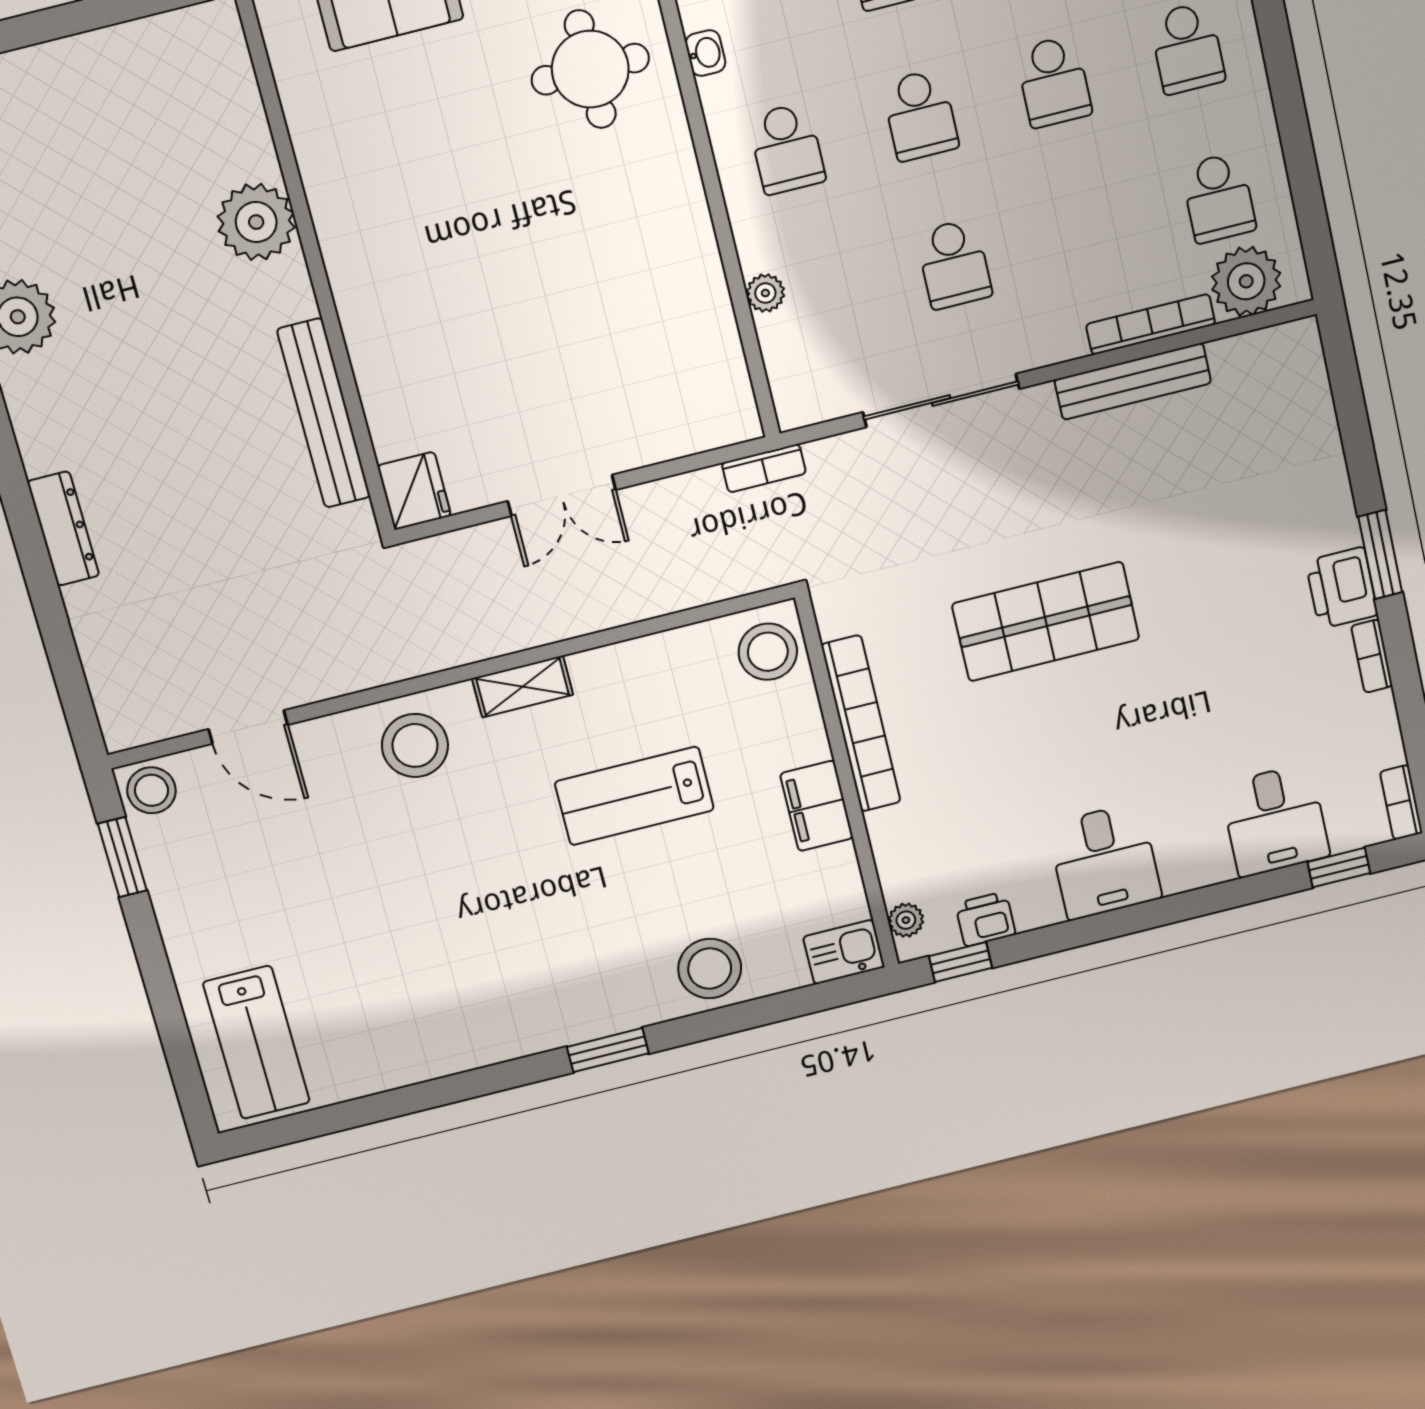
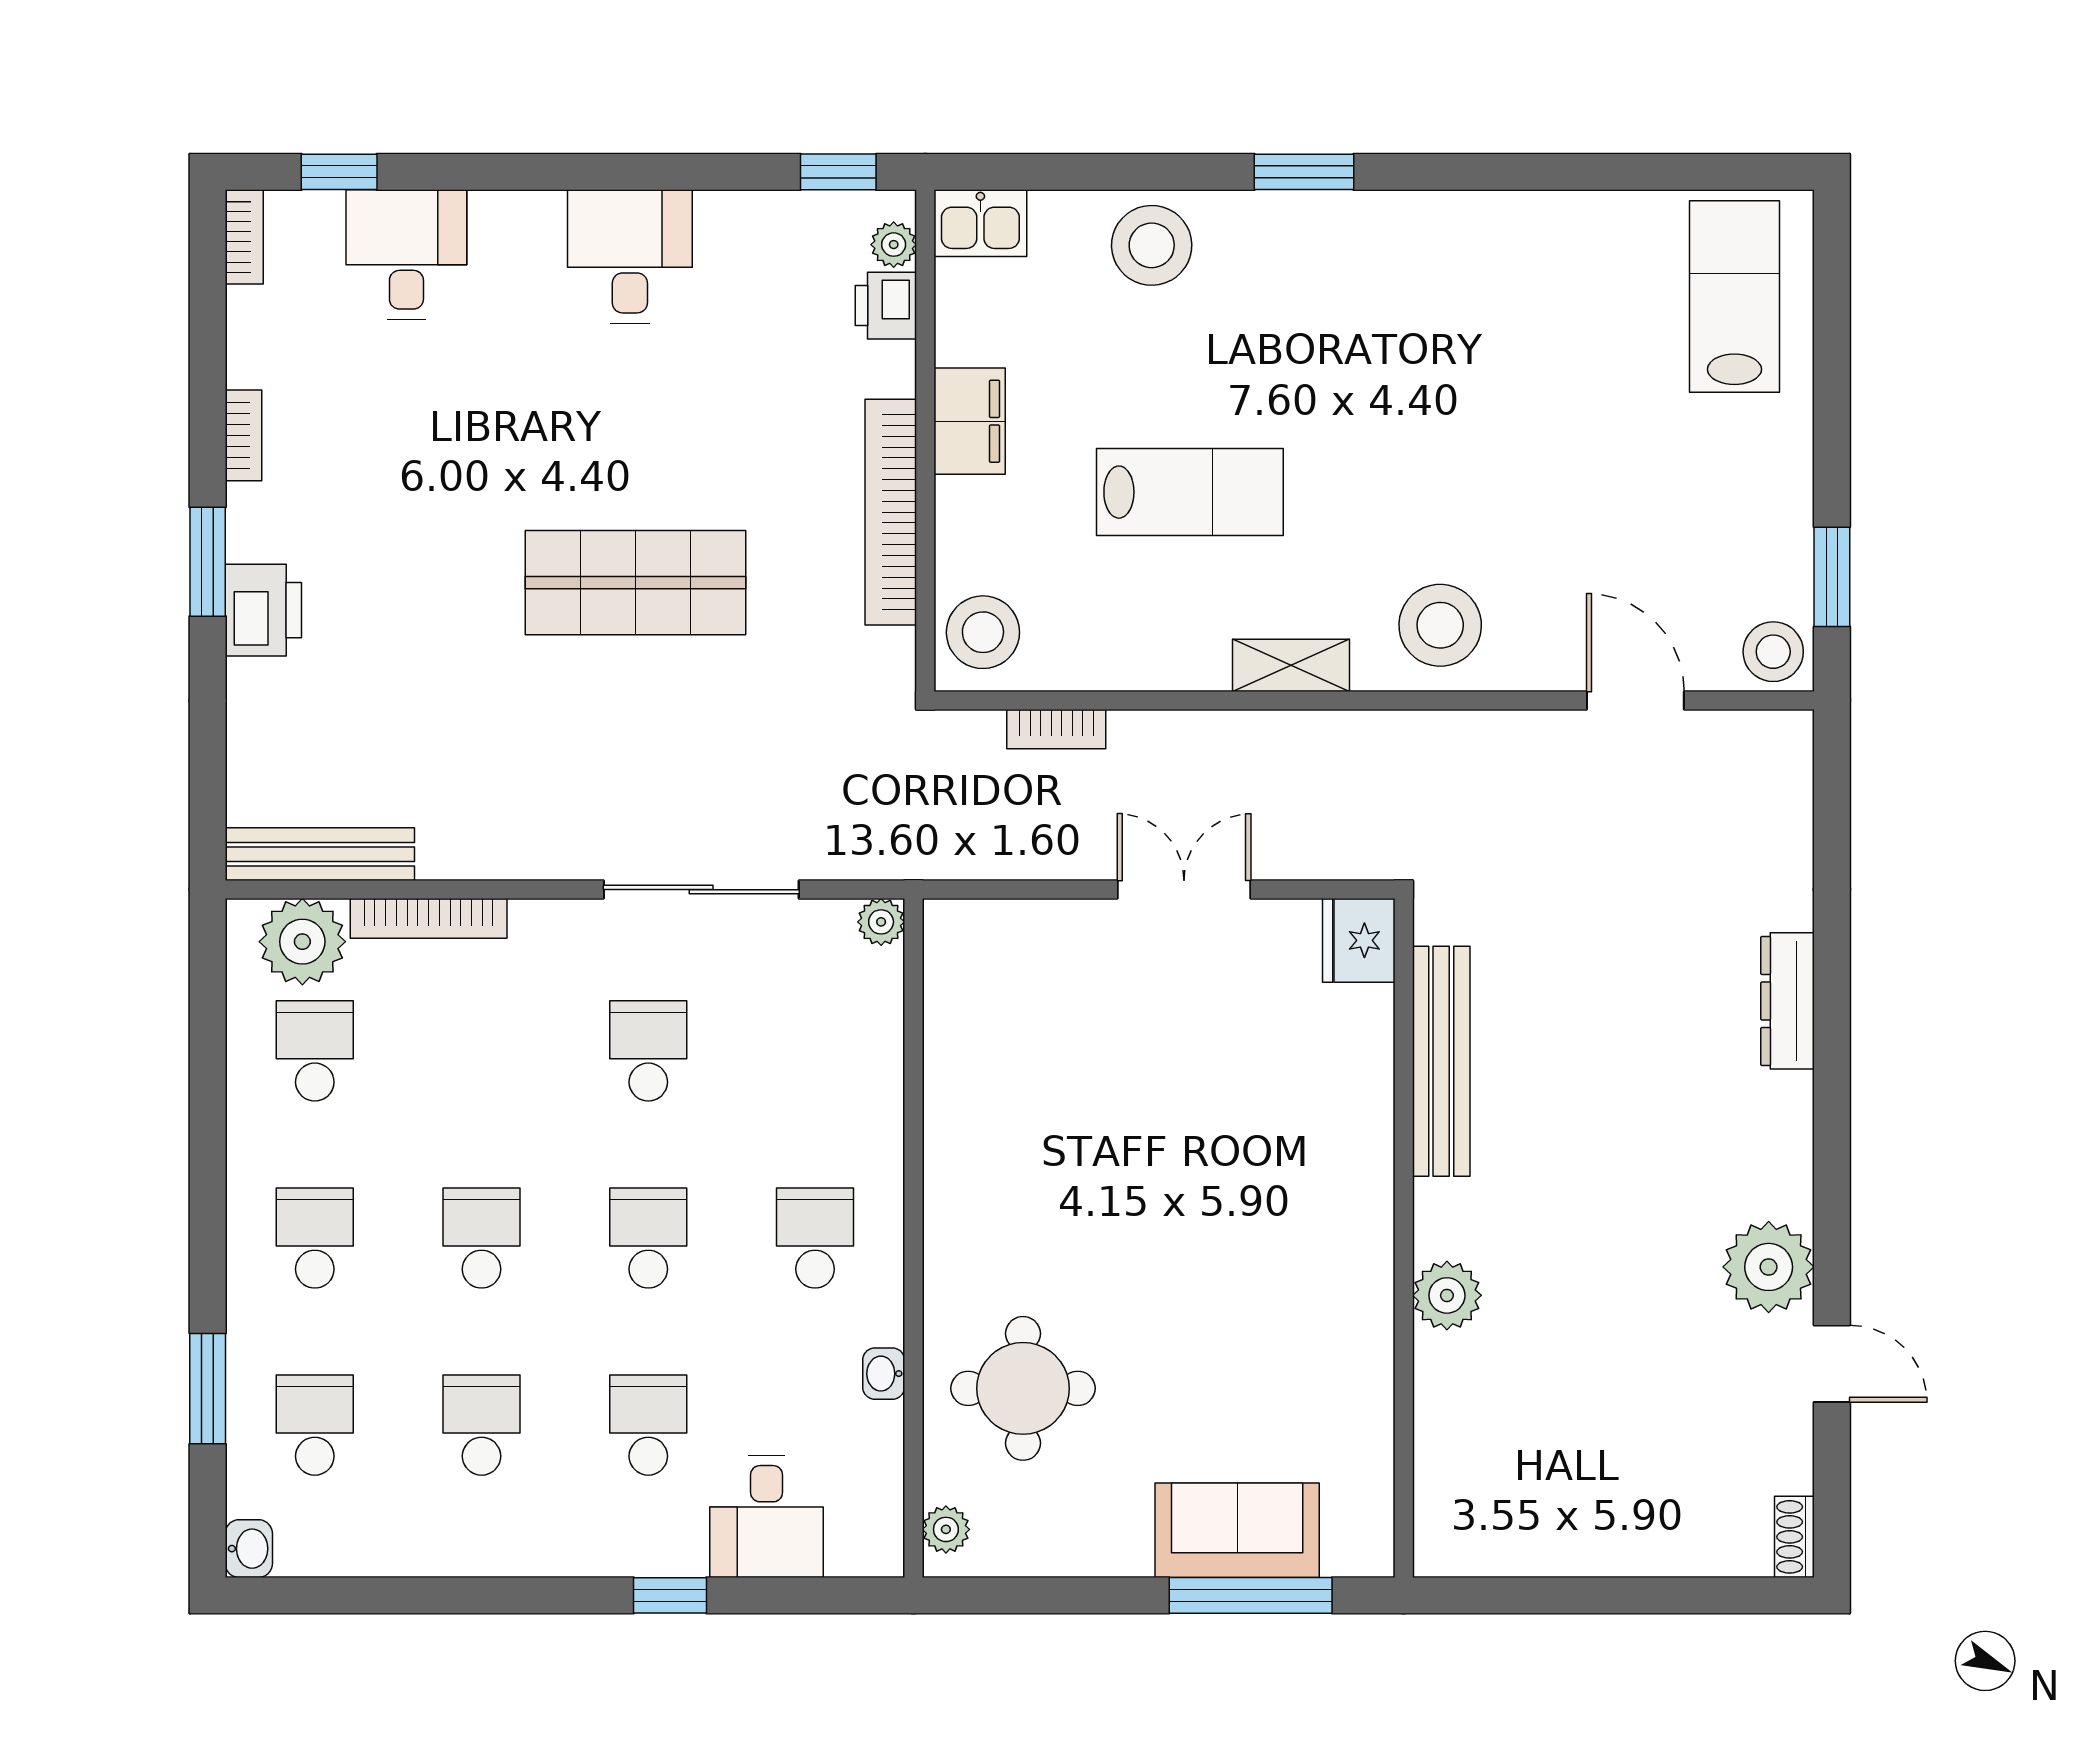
plant: (256, 222) -> (1447, 1295), width x0.73, depth x0.73
plant: (765, 293) -> (881, 922), moved
bench: (1133, 381) -> (320, 854), moved
bookcase: (764, 468) -> (1056, 729), moved, turned 180
printer: (1342, 588) -> (263, 610), moved
printer: (985, 919) -> (886, 306), moved, turned 90

